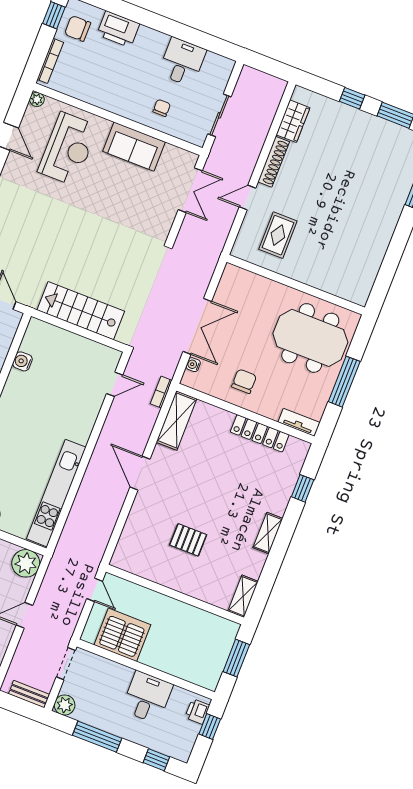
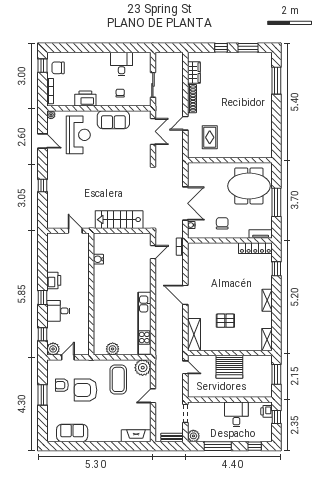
printer: (118, 29) -> (85, 99), moved, turned 180
shelving: (177, 420) -> (194, 334), moved
locker: (260, 433) -> (255, 248), moved
server rack: (122, 635) -> (229, 367), moved, turned 180

